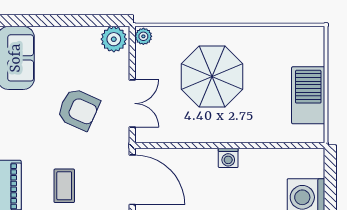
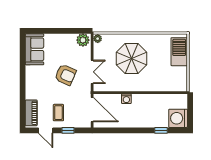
barbecue: (308, 95) -> (179, 52), moved
washing machine: (228, 158) -> (126, 99), moved

